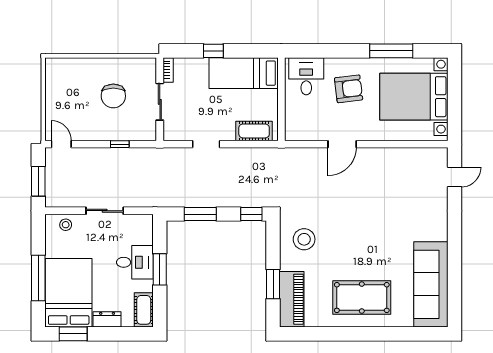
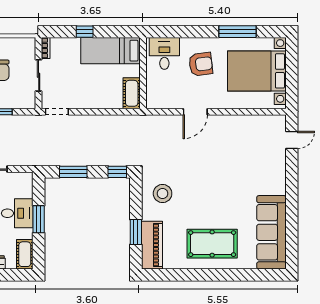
cot: (254, 131) -> (132, 93), moved, turned 90
doorway: (206, 144) -> (57, 112), moved

